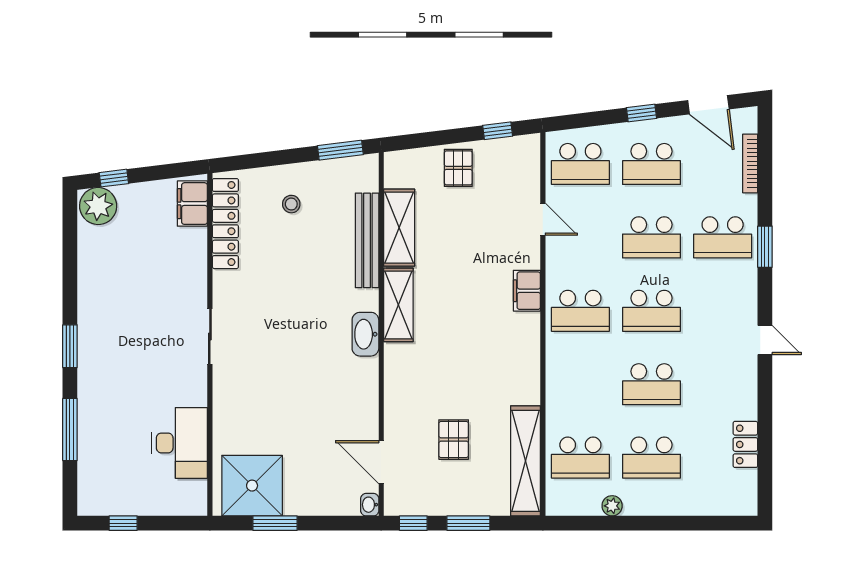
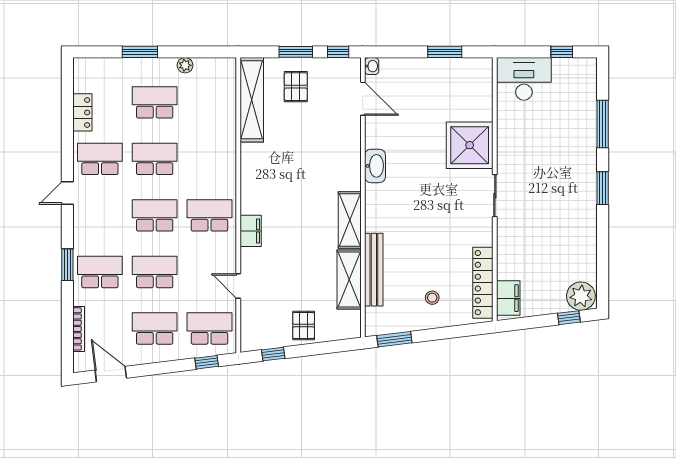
window: (641, 113) -> (207, 362), moved
washbasin: (365, 334) -> (375, 166), moved
door: (765, 340) -> (67, 193), hinge flipped
pallet: (454, 440) -> (296, 87), moved
desk: (180, 443) -> (524, 79), moved, turned 90
school desk: (580, 458) -> (100, 159), moved
shower: (252, 486) -> (470, 145), moved
window: (671, 523) -> (140, 52), added

